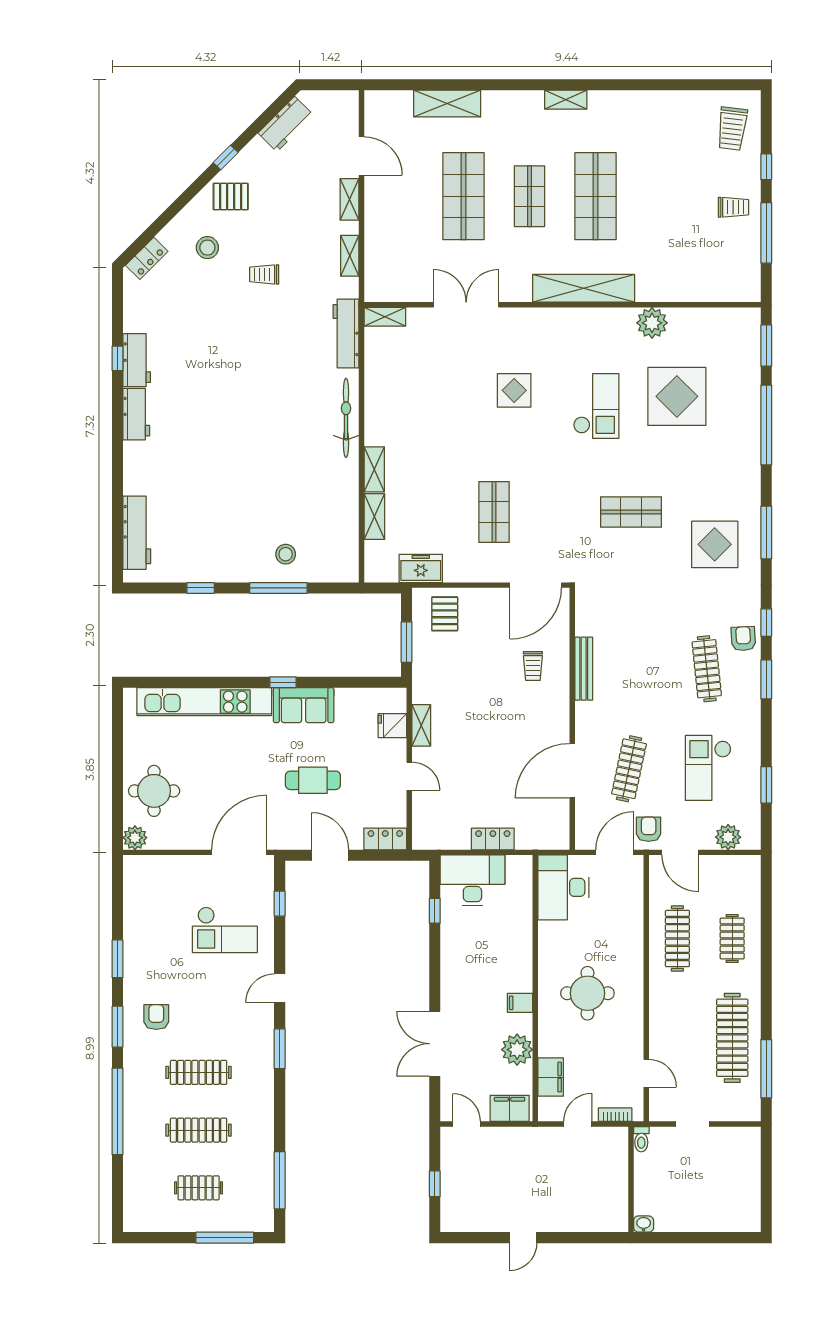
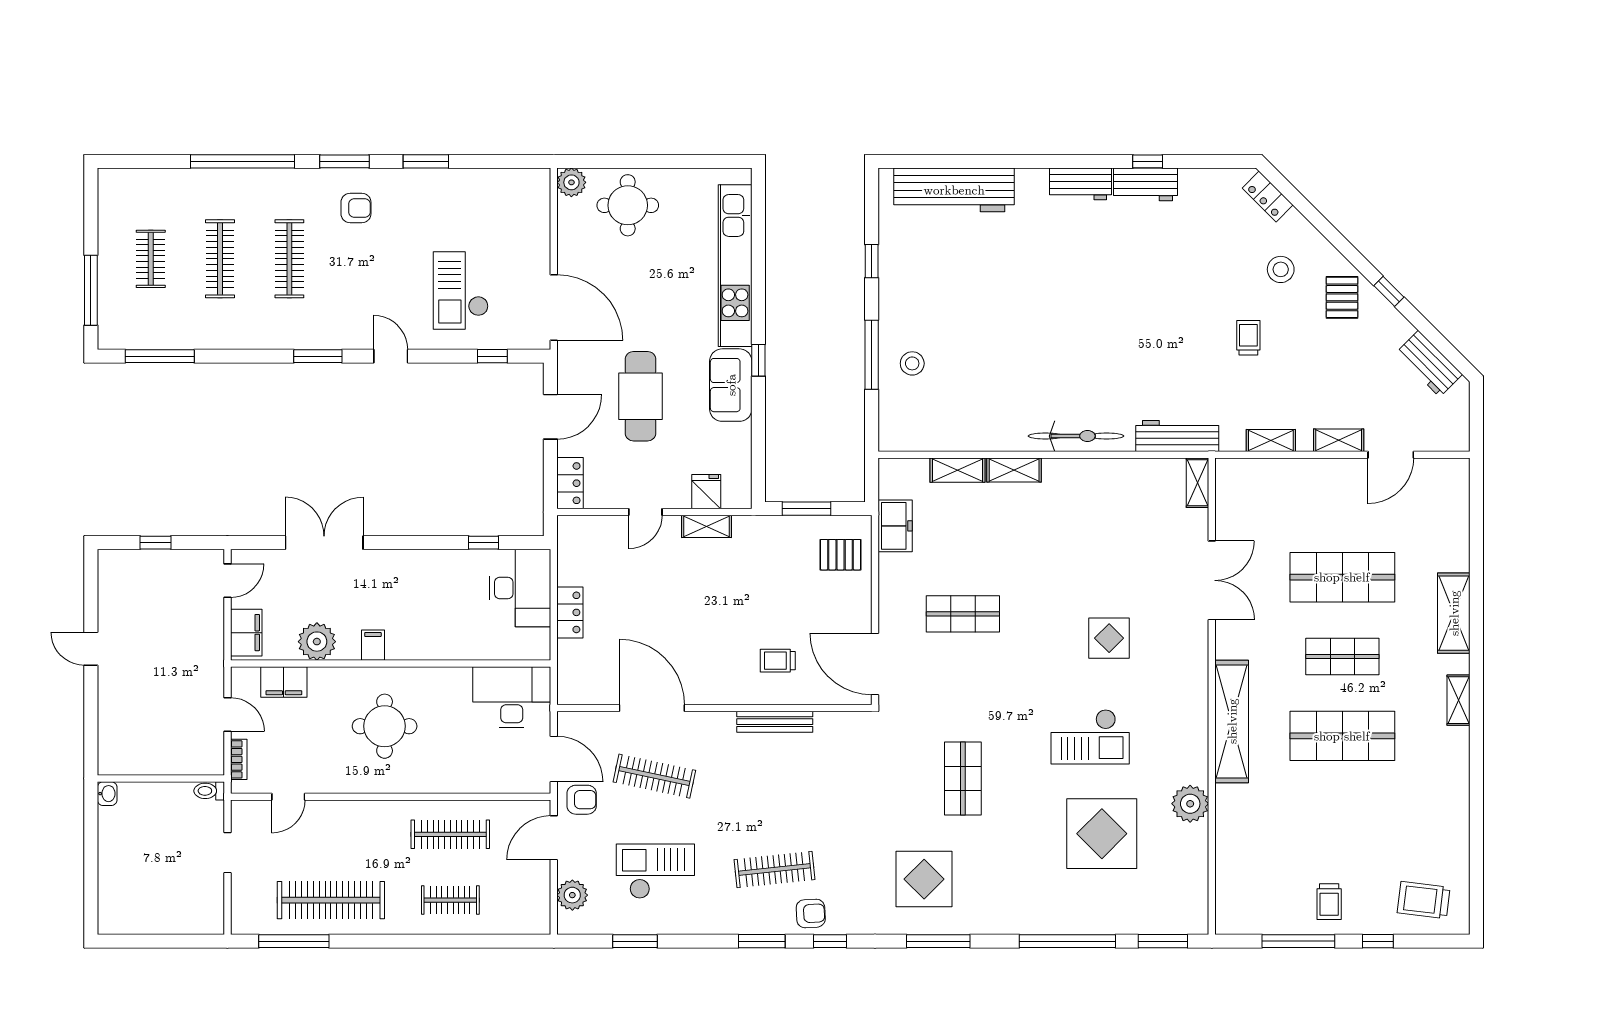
shelving: (447, 104) -> (1454, 613), moved
workbench: (137, 533) -> (954, 190), width x1.36, depth x1.32
cafe table: (313, 780) -> (641, 396), width x1.37, depth x1.35

